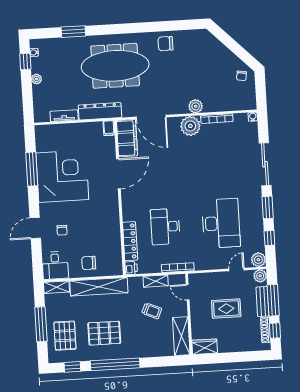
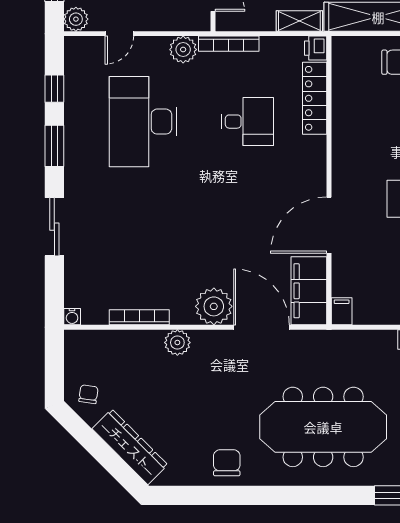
chair: (165, 44) -> (227, 463), turned -90
dresser: (100, 111) -> (130, 447), moved, turned -135
plant: (190, 126) -> (214, 306), moved
sliding door: (265, 164) -> (54, 227), width x0.73
desk: (165, 227) -> (247, 122), width x0.73
plant: (258, 260) -> (183, 50), moved
shelving: (156, 281) -> (299, 21), moved

